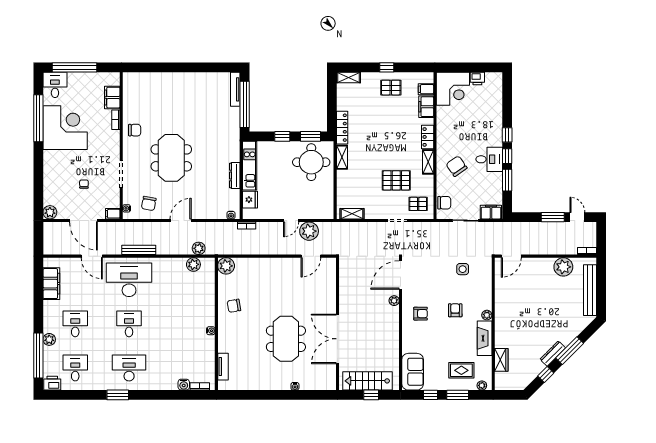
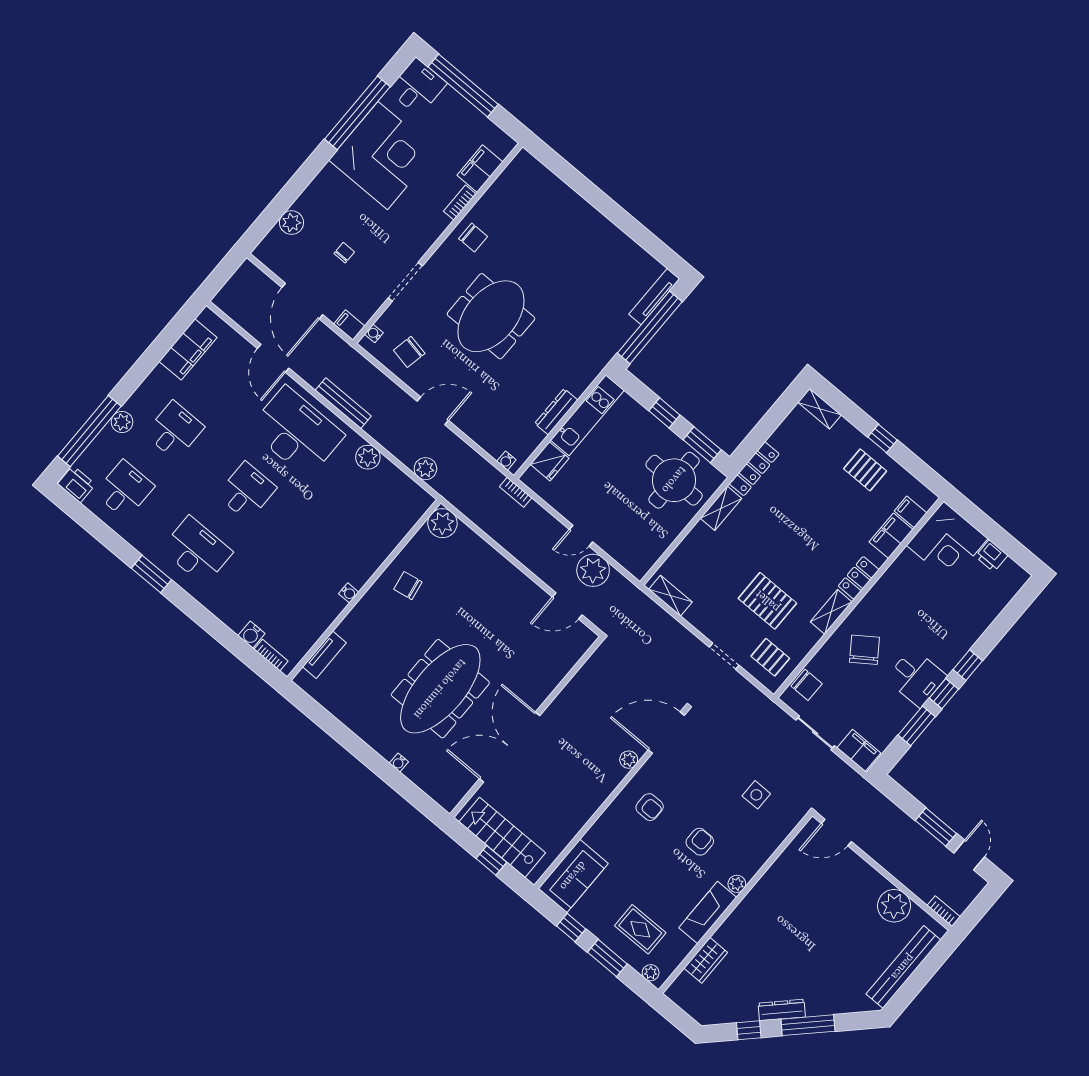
plant: (50, 212) -> (291, 223), moved
plant: (193, 264) -> (368, 457), moved
meeting table: (286, 339) -> (440, 689), width x1.36

